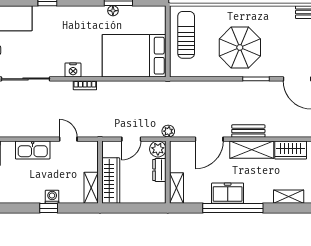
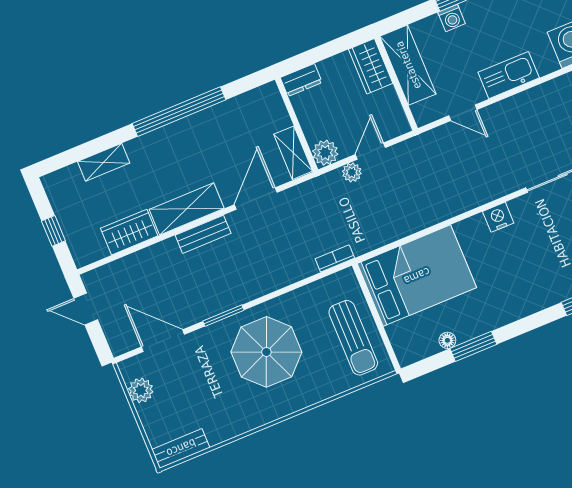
floor lamp: (113, 11) -> (447, 340), moved
bookcase: (85, 85) -> (335, 258), moved
plant: (168, 131) -> (352, 172), moved
dresser: (159, 170) -> (301, 80), moved, turned 90
wardrobe: (111, 181) -> (371, 66), width x0.67
shelving: (91, 188) -> (408, 65), width x1.50, depth x1.33
shelving: (176, 188) -> (293, 153), moved
freezer: (228, 193) -> (196, 130), removed

